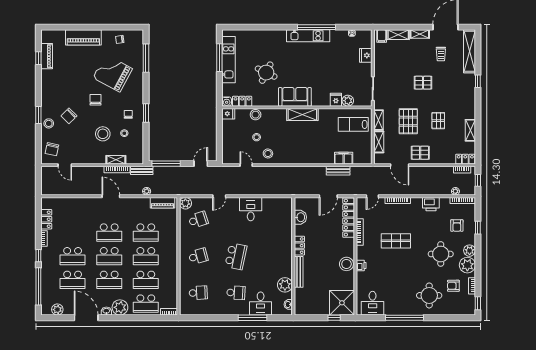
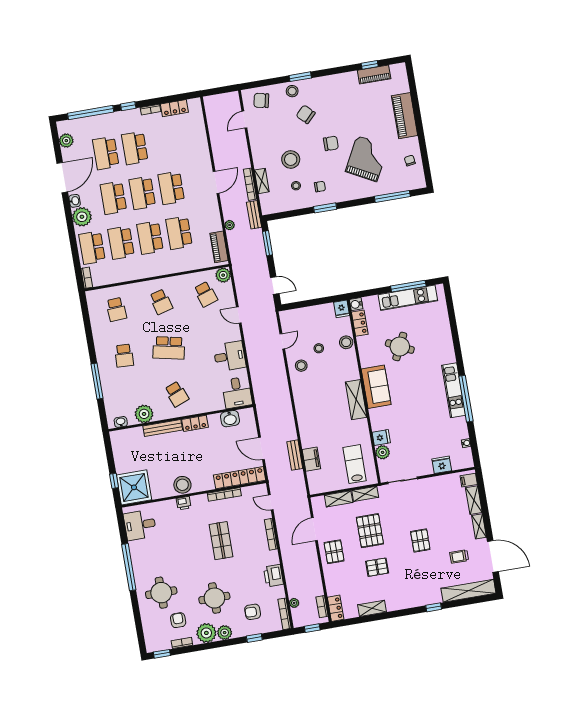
pallet: (408, 121) -> (370, 531), turned 90
window: (166, 164) -> (267, 243), width x0.69
school desk: (274, 256) -> (177, 394), added
desk: (261, 303) -> (237, 393), moved, turned -90

